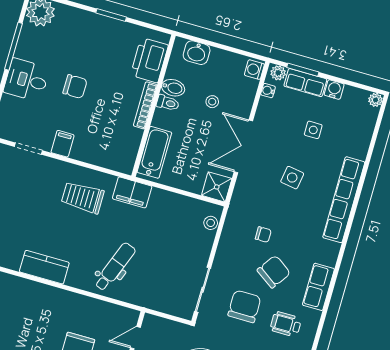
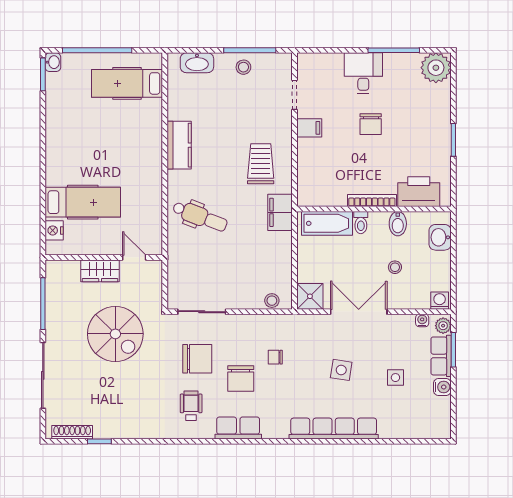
plant: (375, 100) -> (444, 432), removed
toilet: (168, 103) -> (361, 223), moved
chair: (263, 235) -> (275, 357), turned 90
chair: (274, 272) -> (241, 378), turned 55

